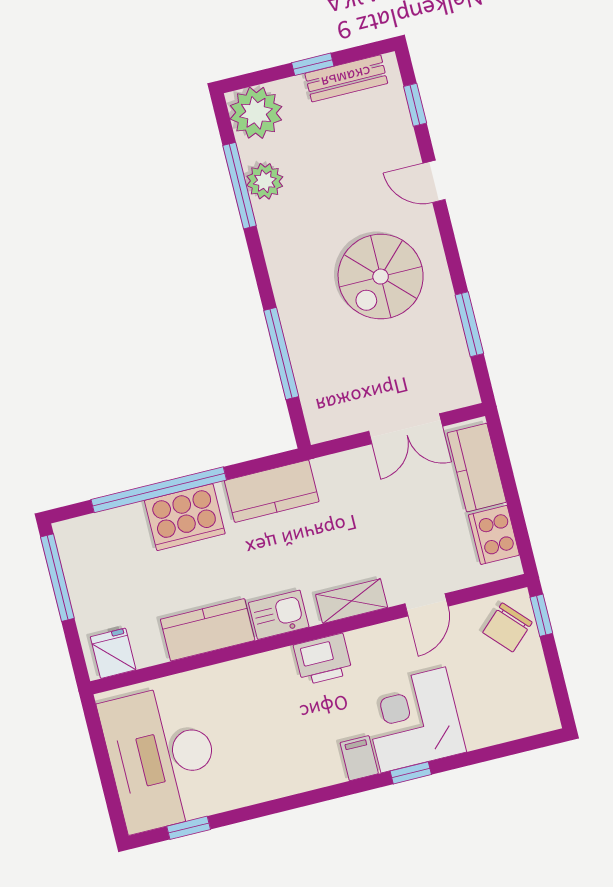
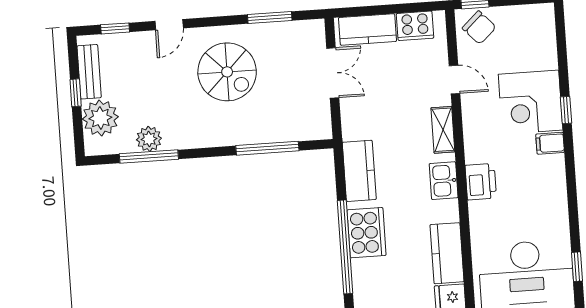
plant: (256, 113) -> (100, 118), moved
kitchen counter: (208, 630) -> (447, 253), moved
printer: (323, 659) -> (481, 182), moved

